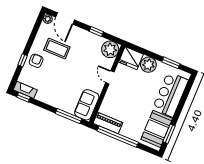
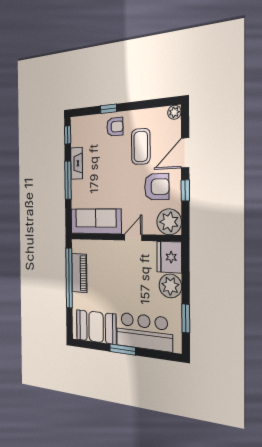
door: (65, 19) -> (185, 153), moved
armchair: (86, 49) -> (157, 187), added
fireplace: (25, 90) -> (77, 163), moved
sofa: (87, 105) -> (96, 221), width x1.36
window: (69, 116) -> (68, 180), moved
piano: (108, 123) -> (79, 273), moved
window: (169, 134) -> (123, 350), moved

